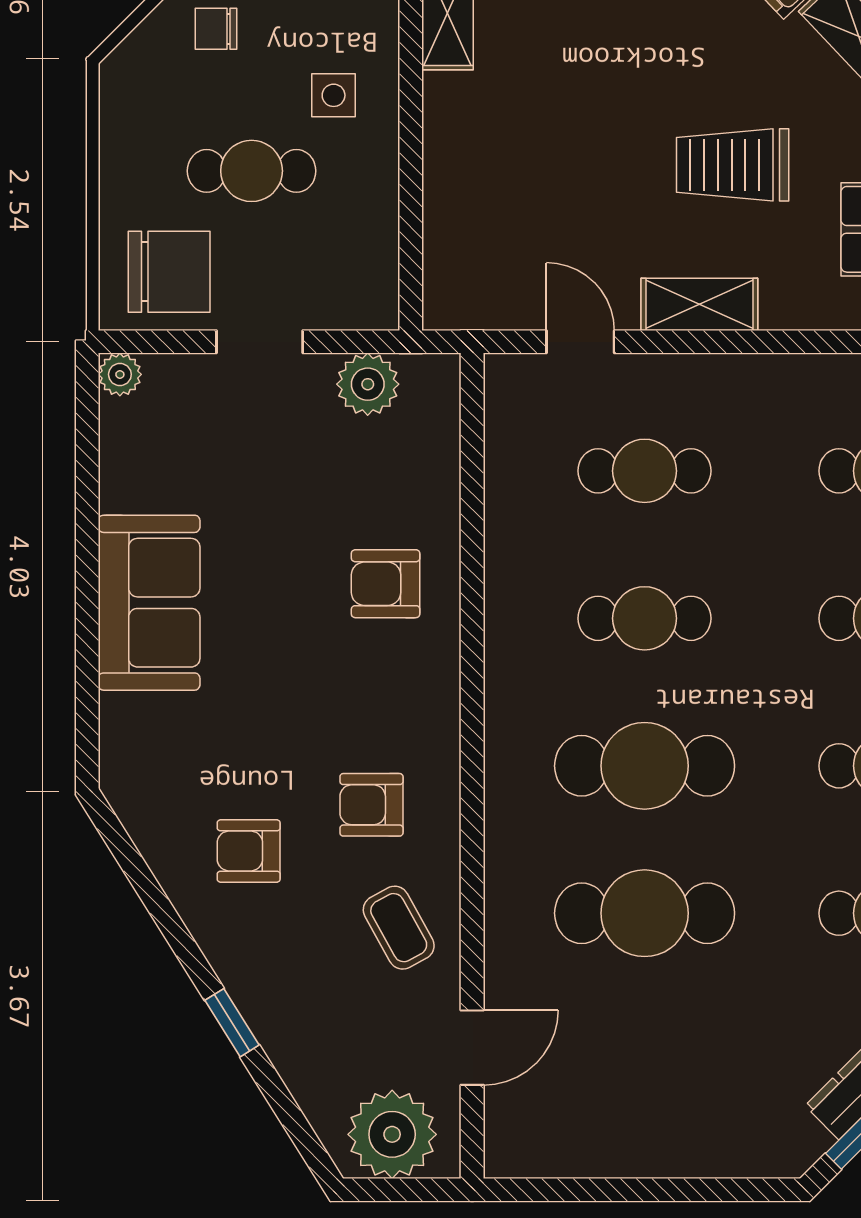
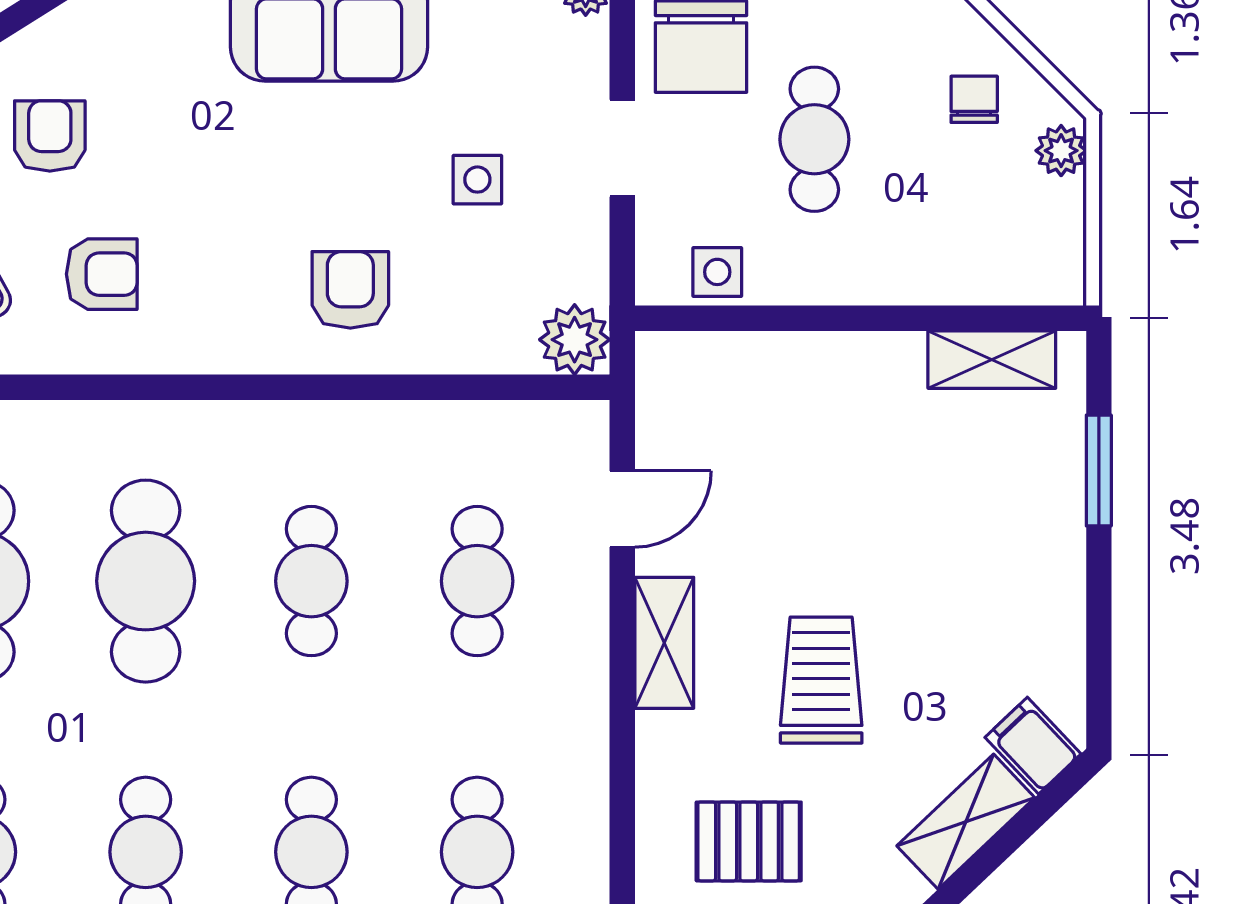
side table: (334, 95) -> (717, 272), moved
plant: (368, 384) -> (575, 340), moved
side table: (287, 471) -> (477, 180), added
armchair: (371, 805) -> (102, 274), turned 90

